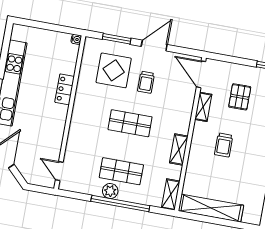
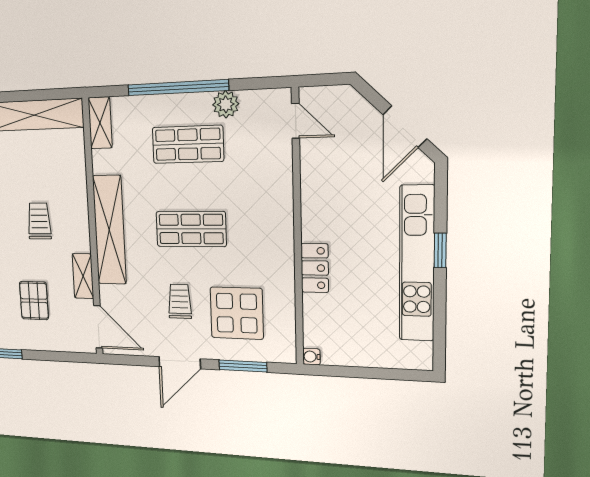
shelving: (179, 150) -> (109, 230), width x2.20, depth x1.33
plant: (110, 191) -> (226, 104), moved

